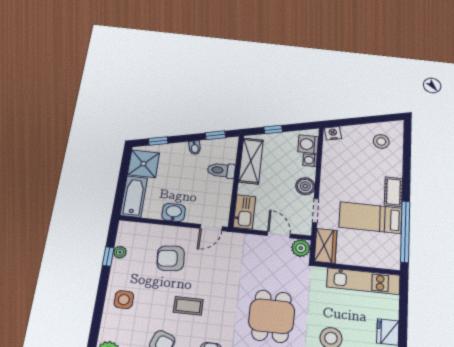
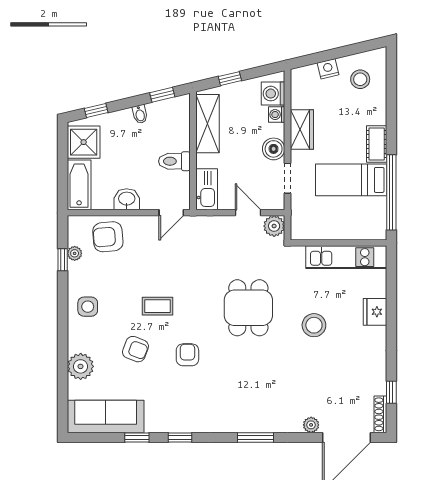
nightstand: (333, 133) -> (328, 69), moved
toilet: (221, 170) -> (174, 161), moved
wardrobe: (326, 246) -> (302, 129), moved
armchair: (171, 258) -> (108, 237), moved

